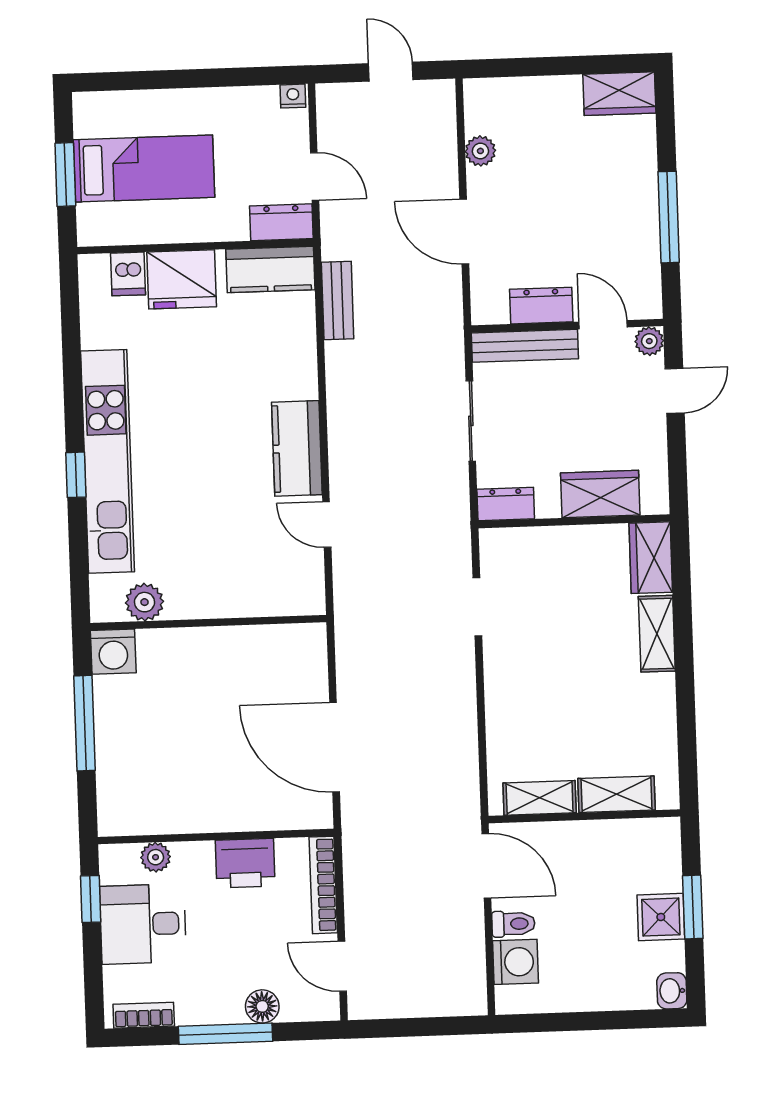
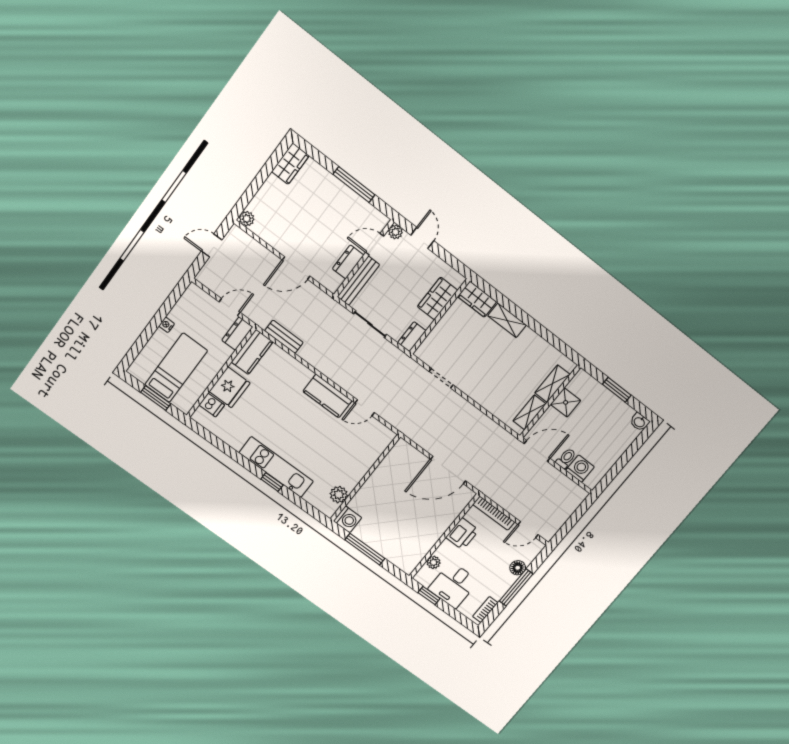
nightstand: (293, 96) -> (167, 325), moved
plant: (480, 151) -> (247, 219), moved
kitchen unit: (108, 461) -> (276, 467), width x0.73
shower: (661, 917) -> (566, 402), moved

